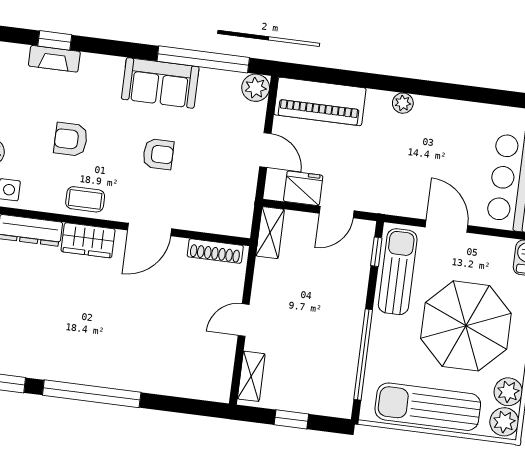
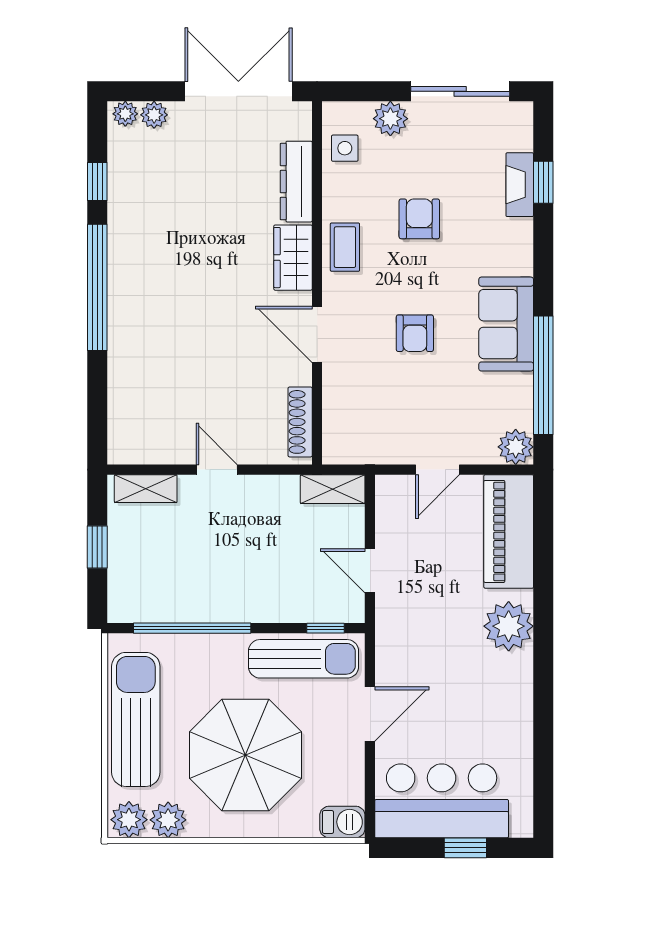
plant: (403, 103) -> (509, 626), width x1.87, depth x1.87
fridge: (303, 188) -> (395, 524), removed

